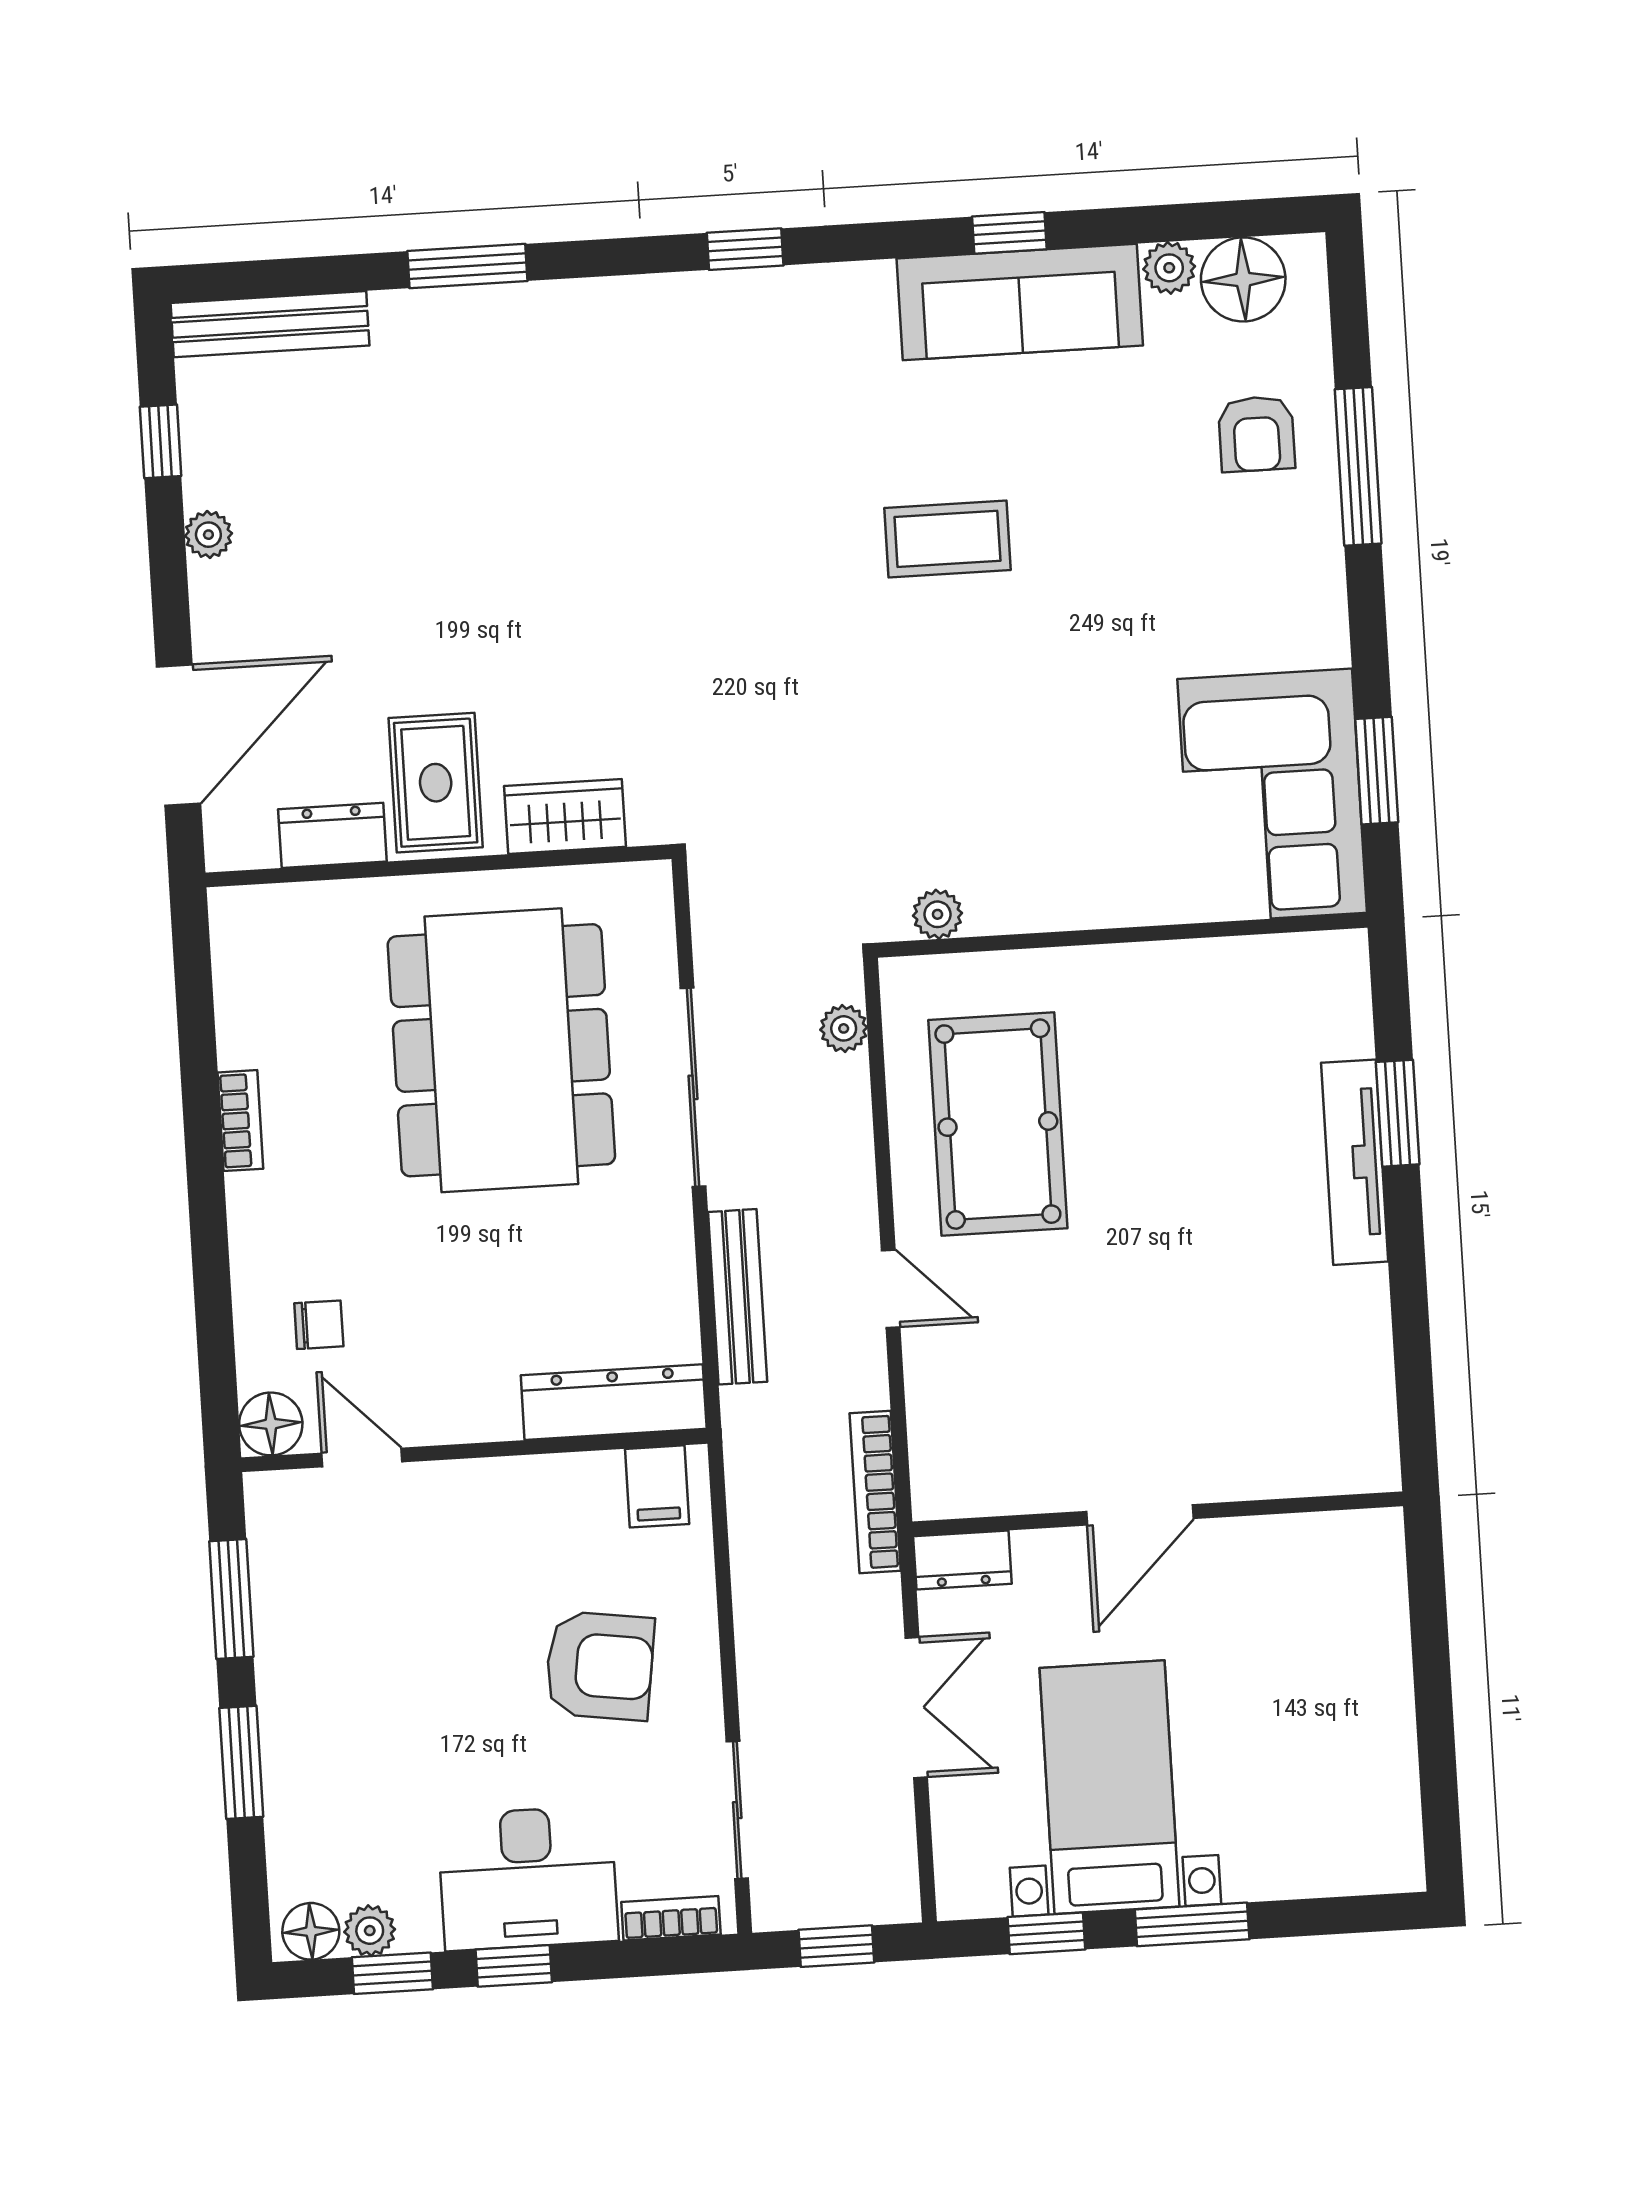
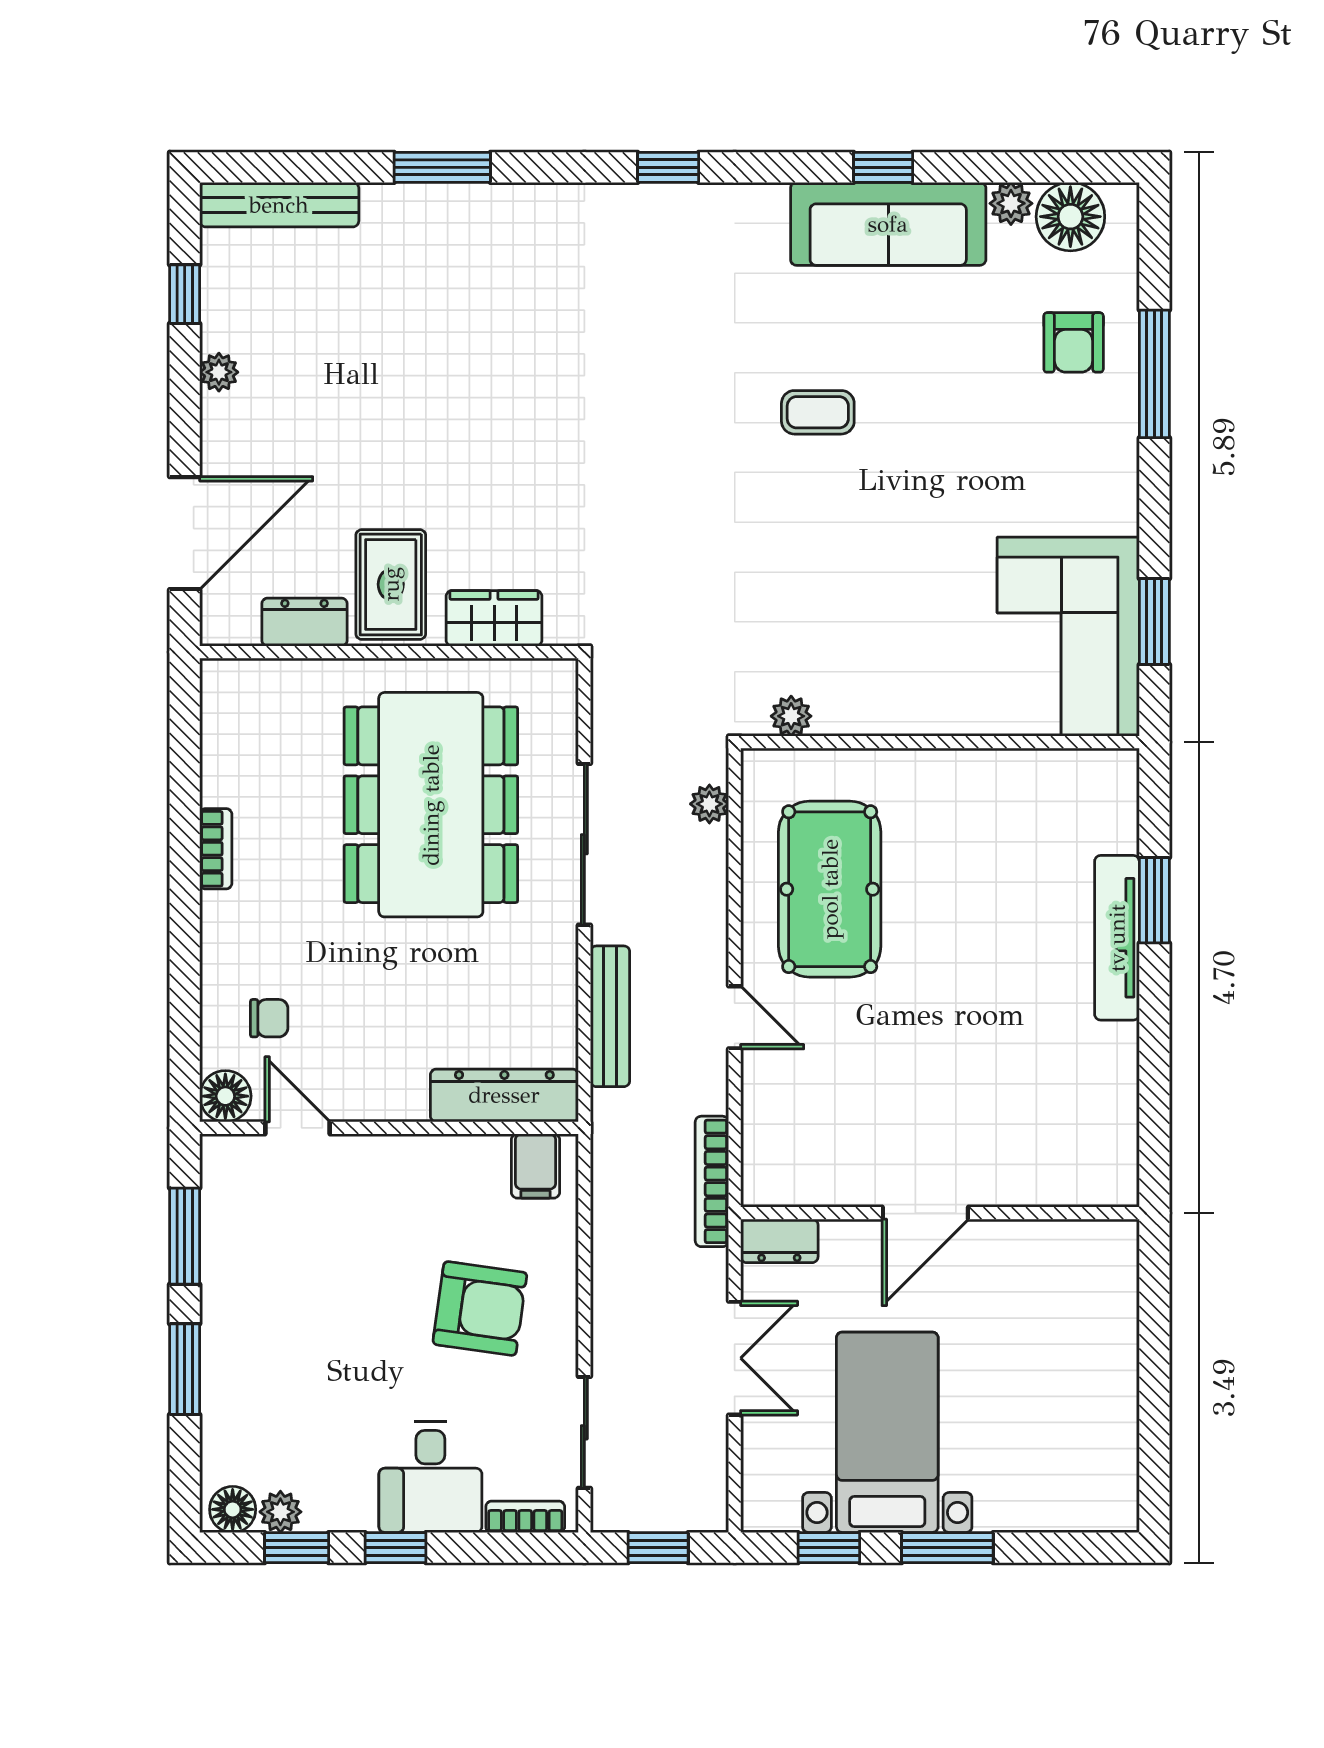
coffee table: (947, 539) -> (818, 412), width x0.73, depth x0.77
desk: (528, 1878) -> (430, 1477), width x0.73

